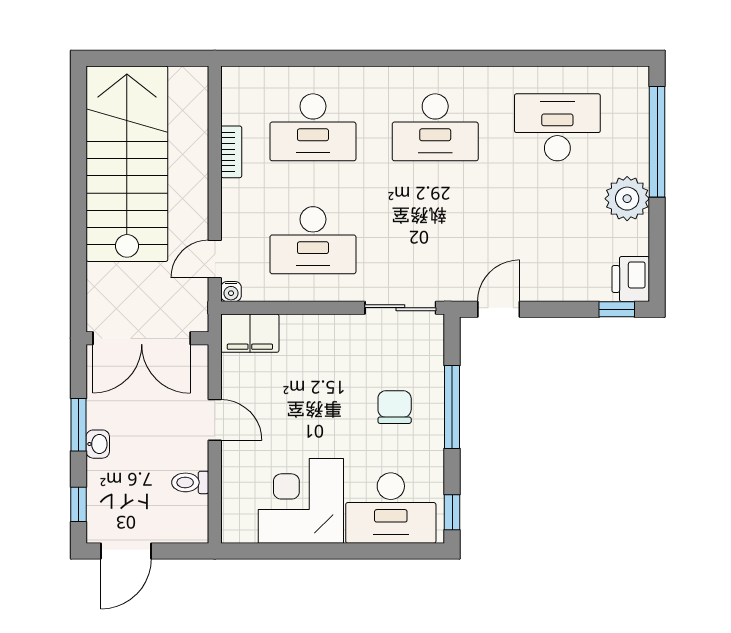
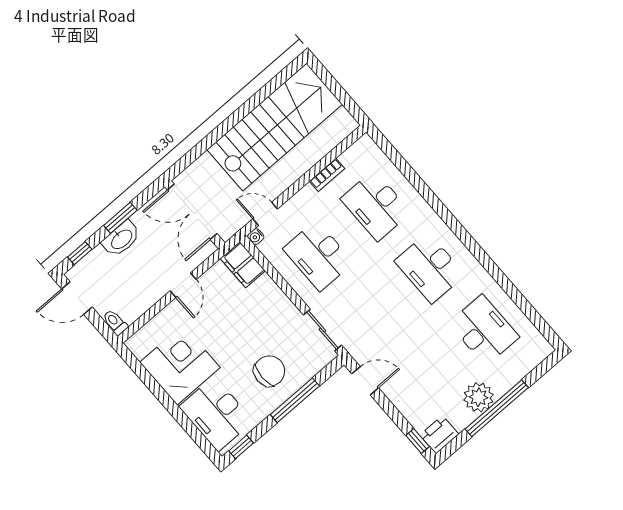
window: (657, 142) -> (497, 408), moved
chair: (395, 407) -> (269, 371), width x1.37, depth x1.37
washbasin: (98, 444) -> (121, 239), width x1.91, depth x1.45
toilet: (190, 482) -> (115, 322), moved

